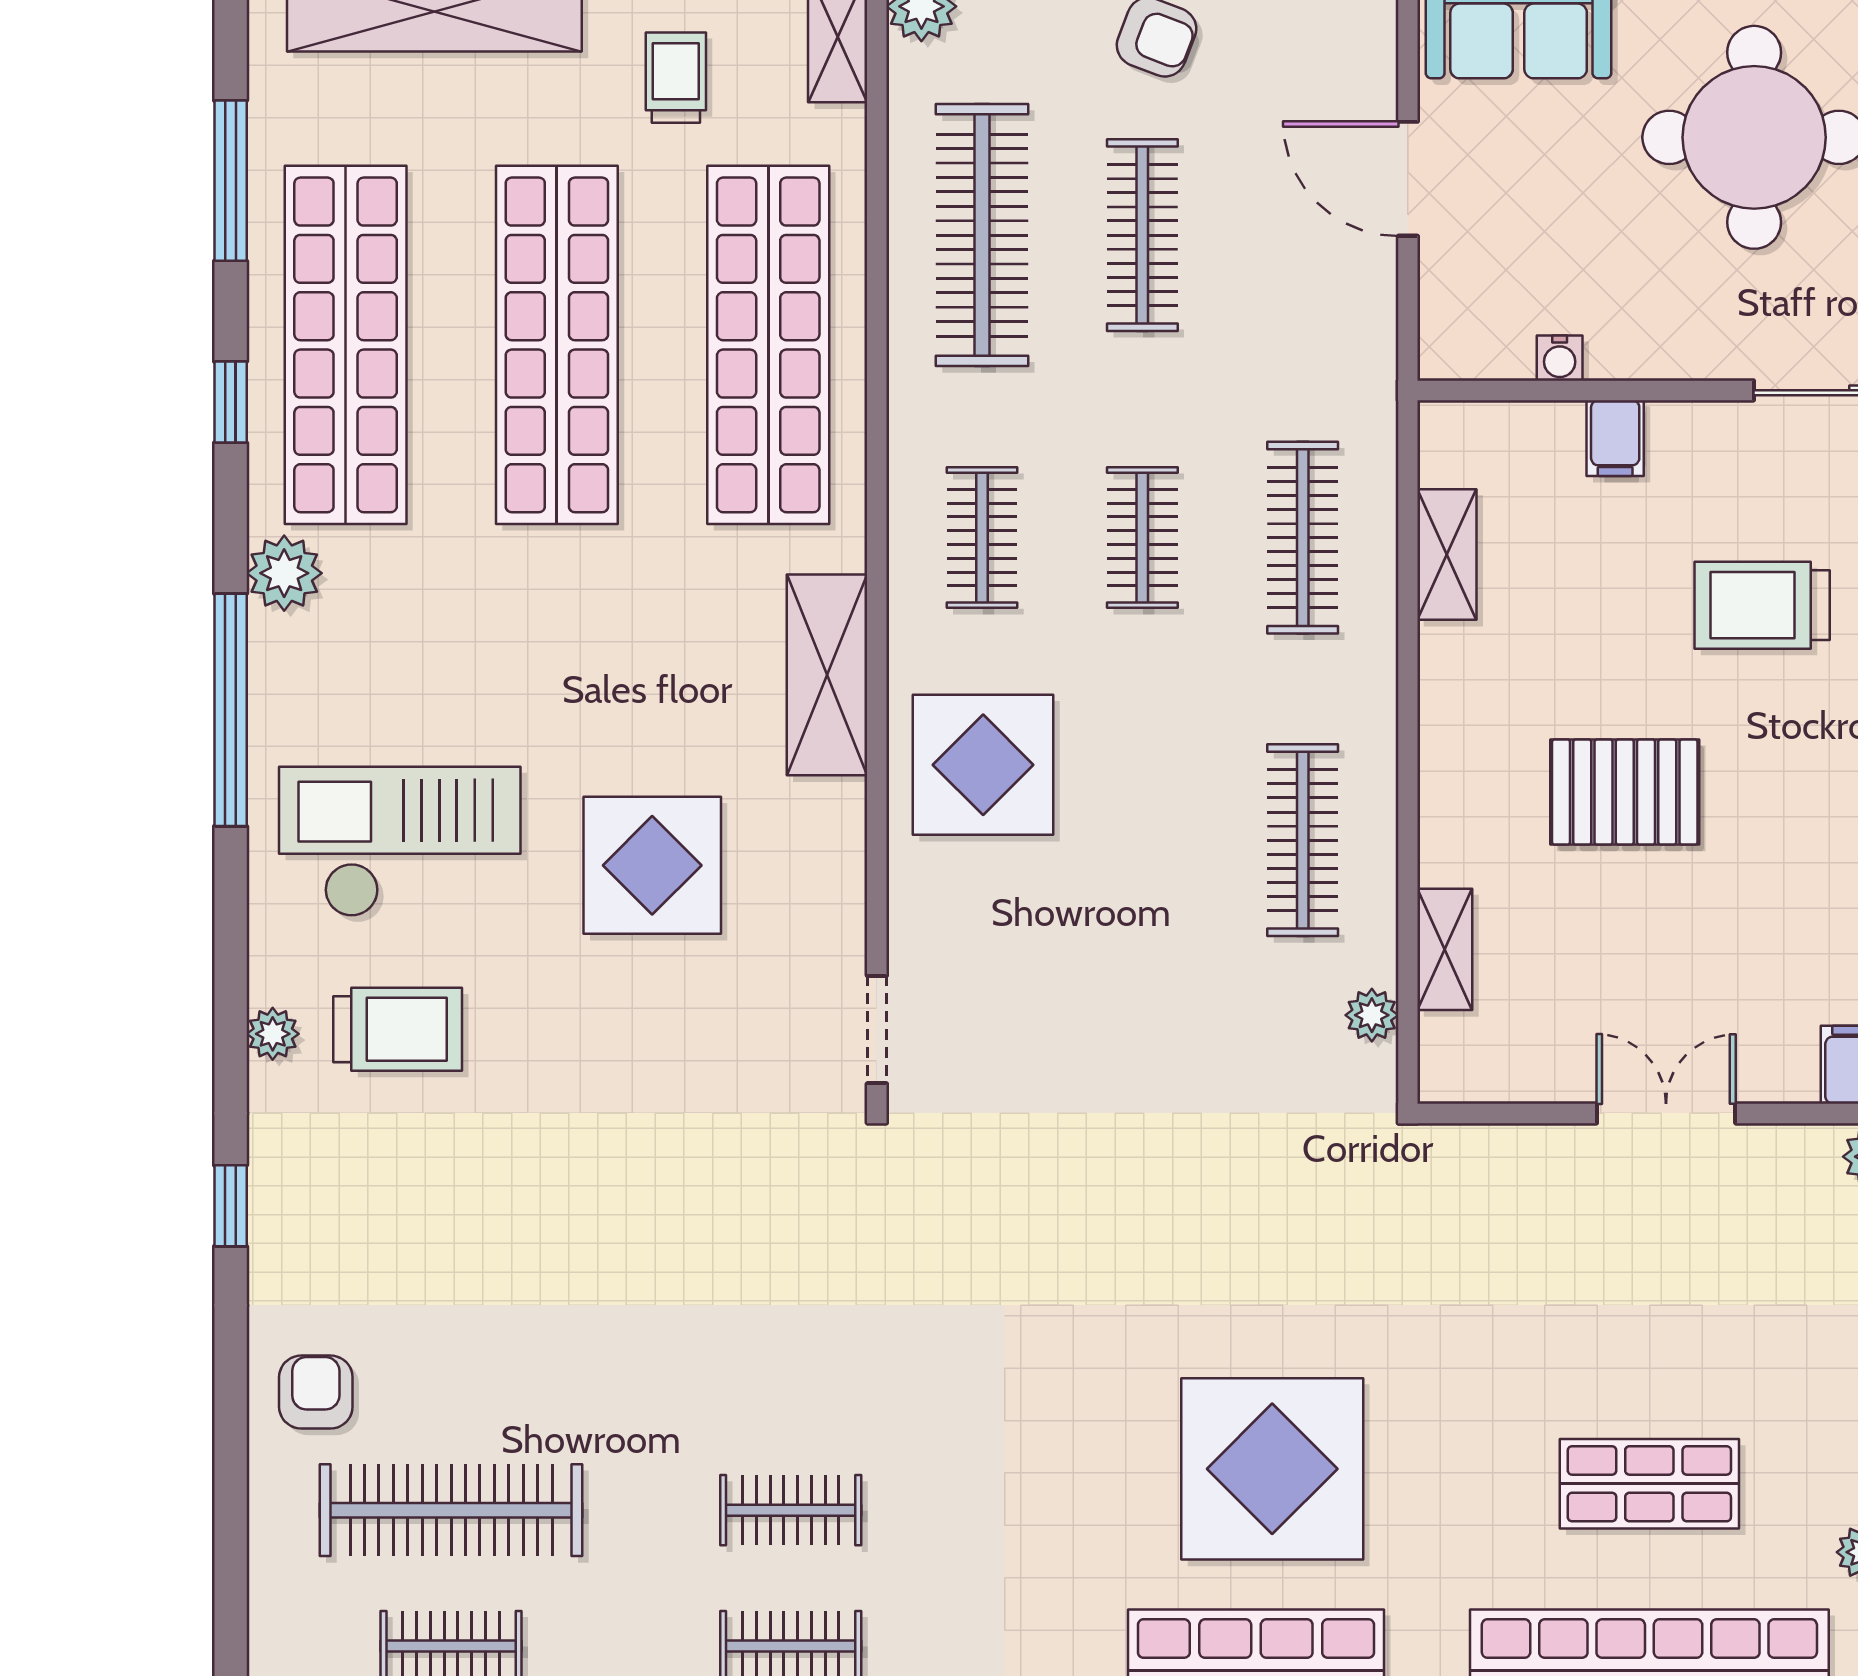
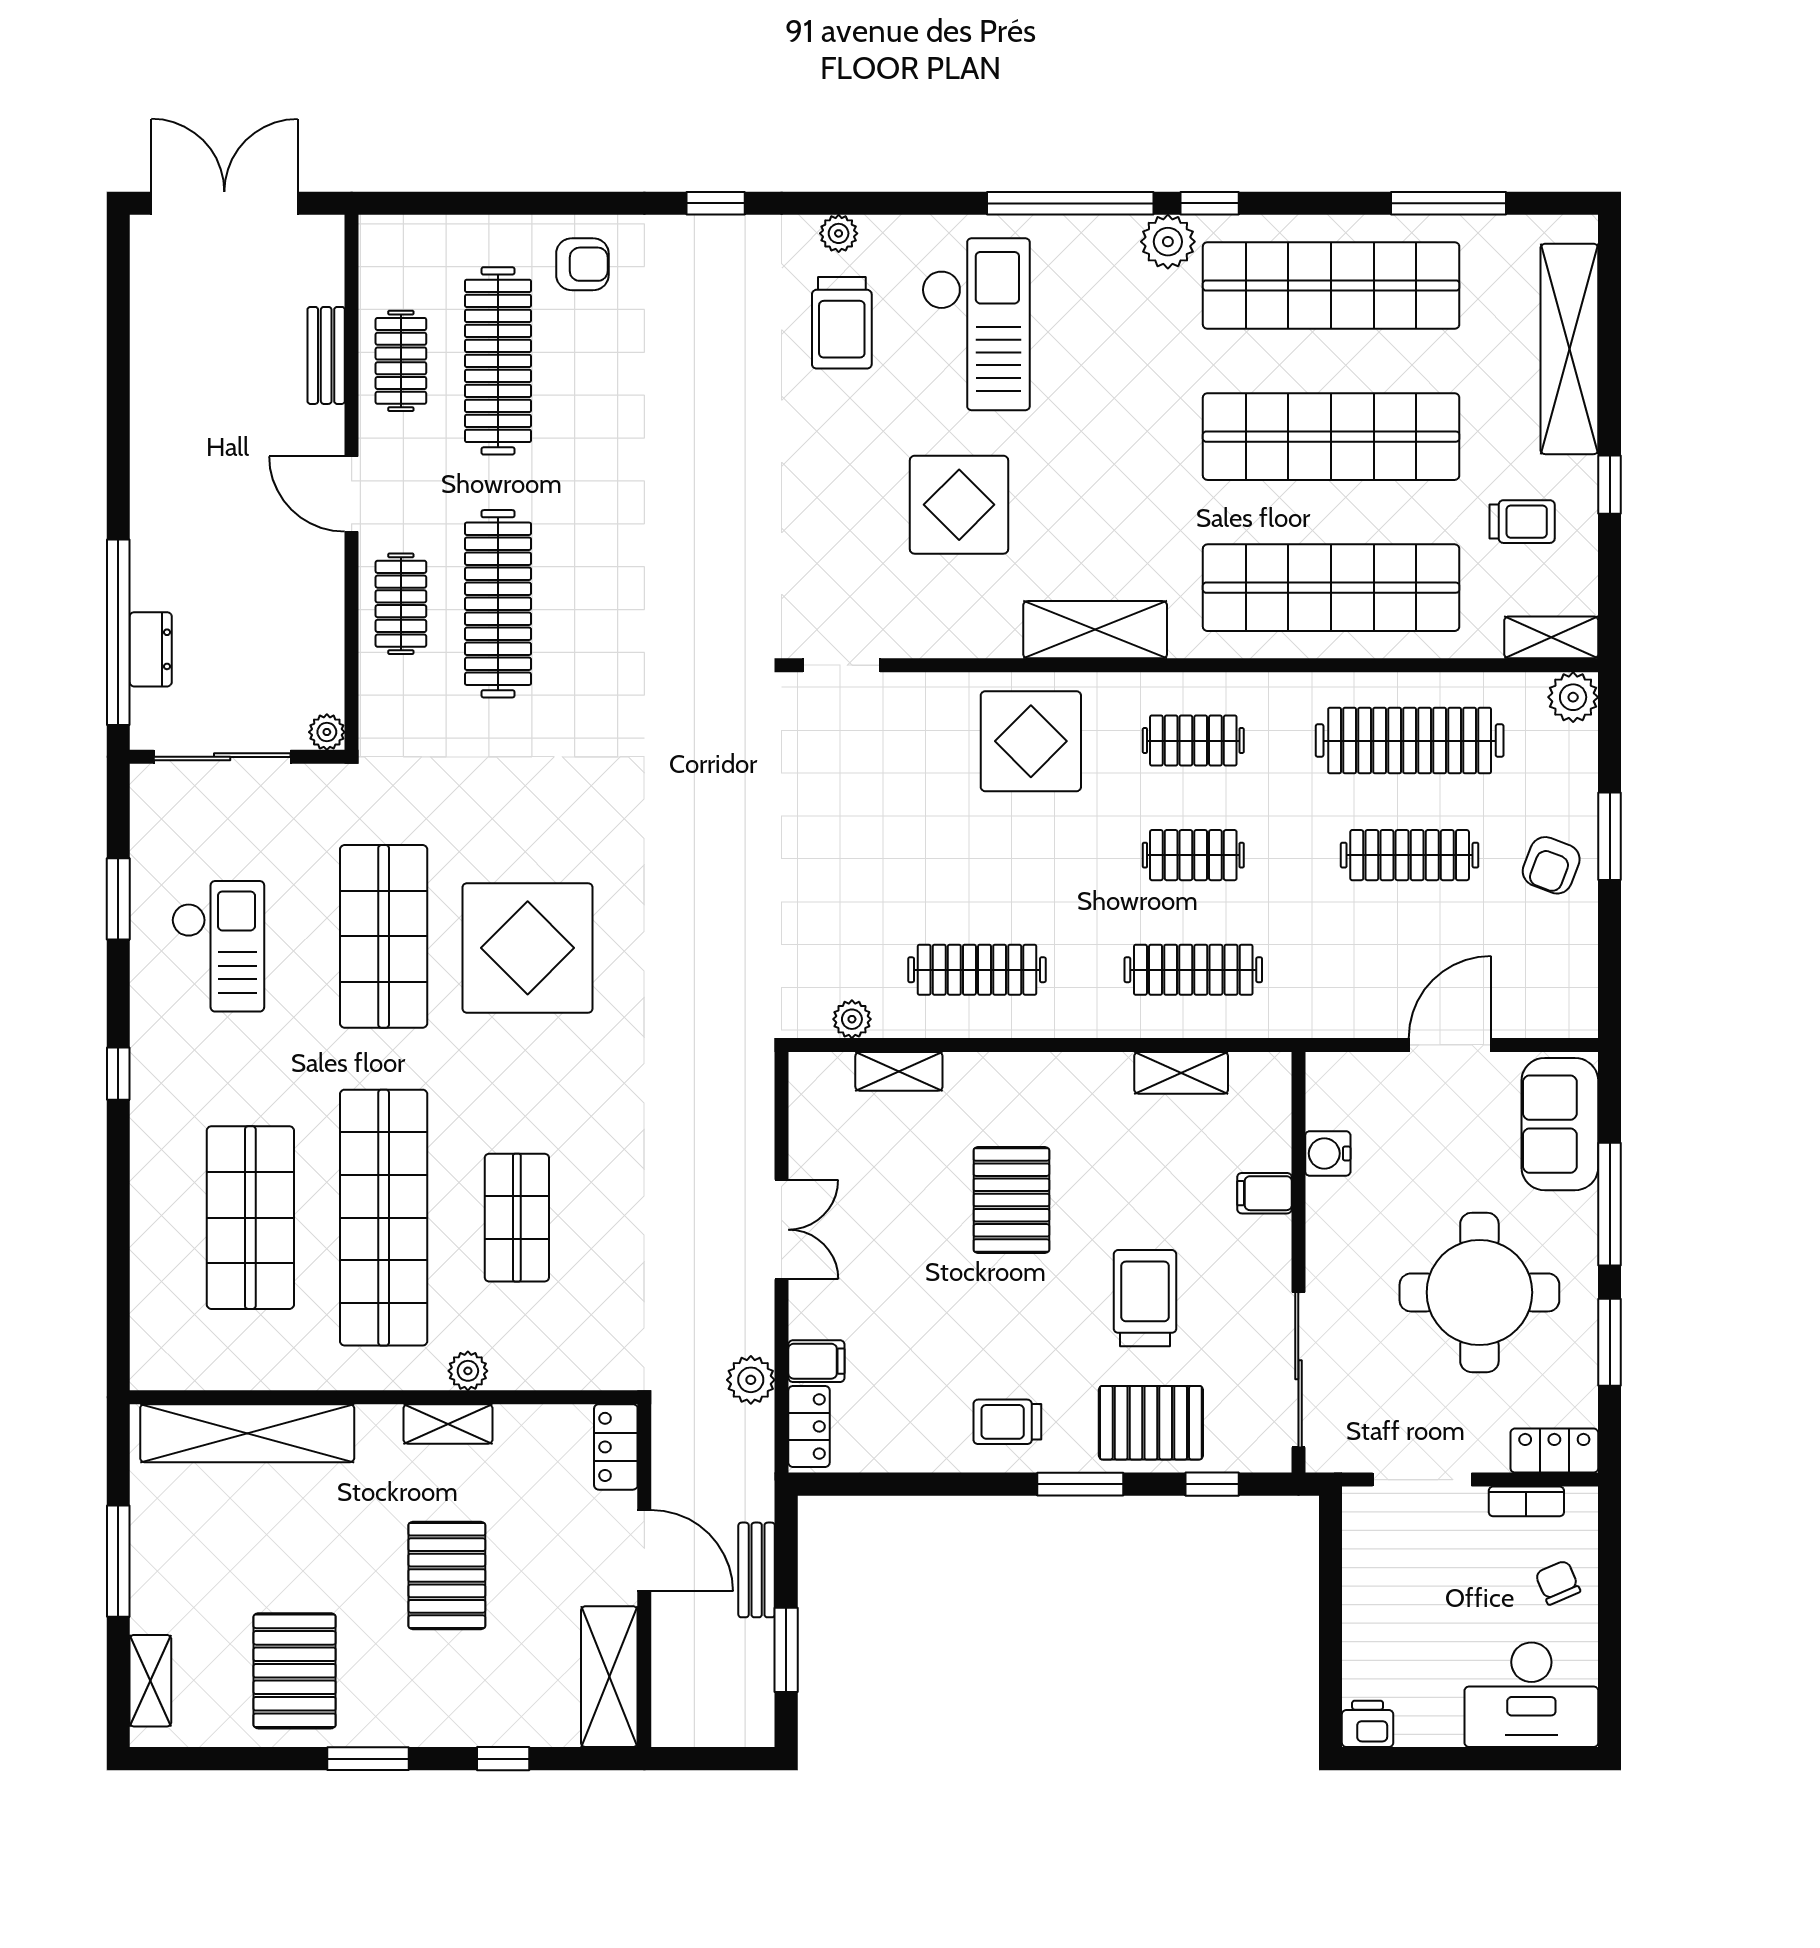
water cooler: (1560, 358) -> (1328, 1153), width x1.38, depth x1.38
window: (231, 402) -> (1210, 203), moved
clothes rail: (791, 1510) -> (498, 604), width x1.86, depth x1.31

